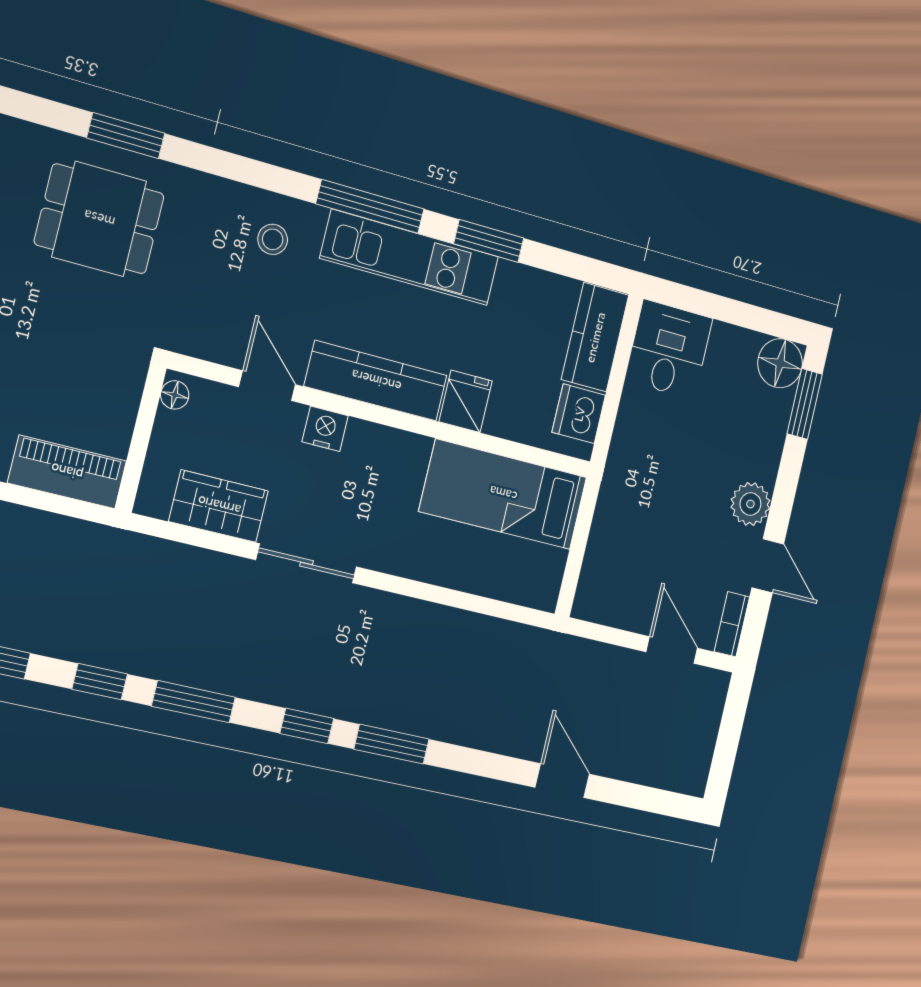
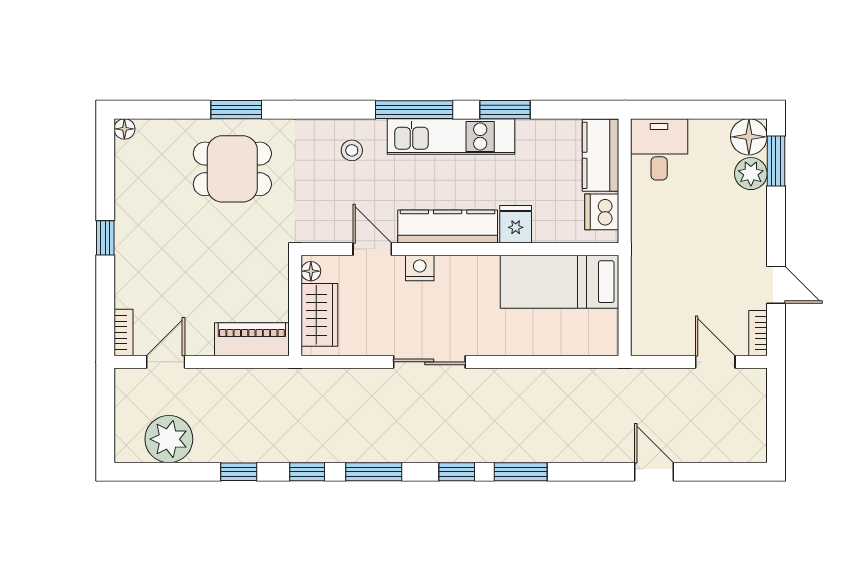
plant: (750, 504) -> (751, 174), moved
wardrobe: (219, 506) -> (319, 315), moved, turned 90

